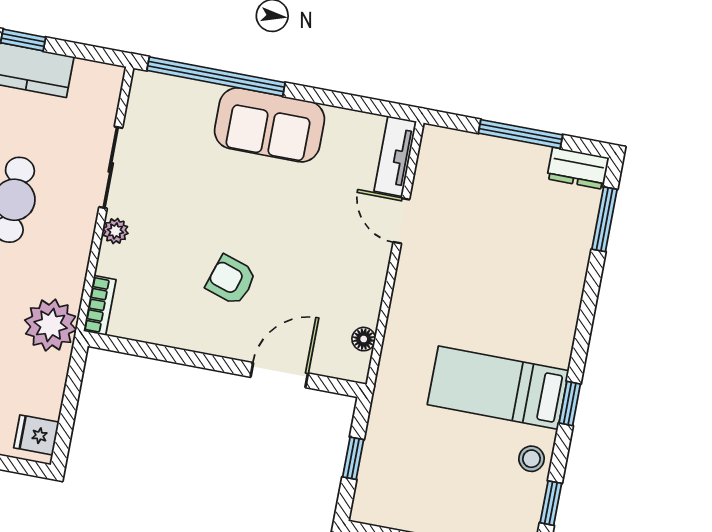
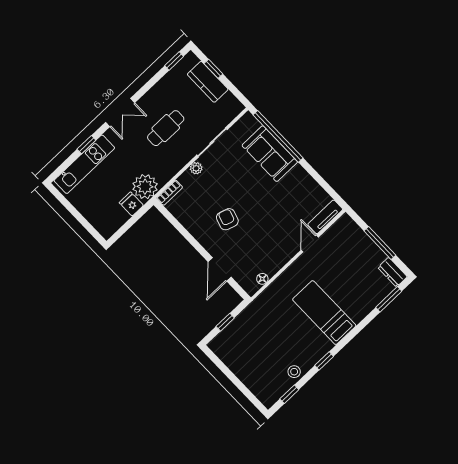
sofa: (269, 125) -> (270, 154), moved
door: (279, 375) -> (220, 269), swing flipped
bed: (498, 388) -> (324, 313), moved
fridge: (36, 435) -> (131, 204), moved

